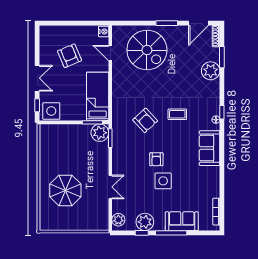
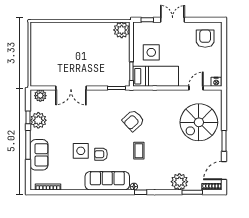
door: (199, 23) -> (224, 171), hinge flipped
armchair: (70, 56) -> (205, 39), moved, turned -67
double door: (37, 78) -> (173, 20), swing flipped
side table: (51, 111) -> (151, 52), moved
plant: (100, 133) -> (122, 30), moved
sofa: (210, 148) -> (107, 181), width x1.36
armchair: (156, 159) -> (101, 154), moved
side table: (163, 181) -> (81, 151), moved
double door: (110, 187) -> (71, 88), width x1.37
parasol: (65, 190) -> (68, 46), removed

